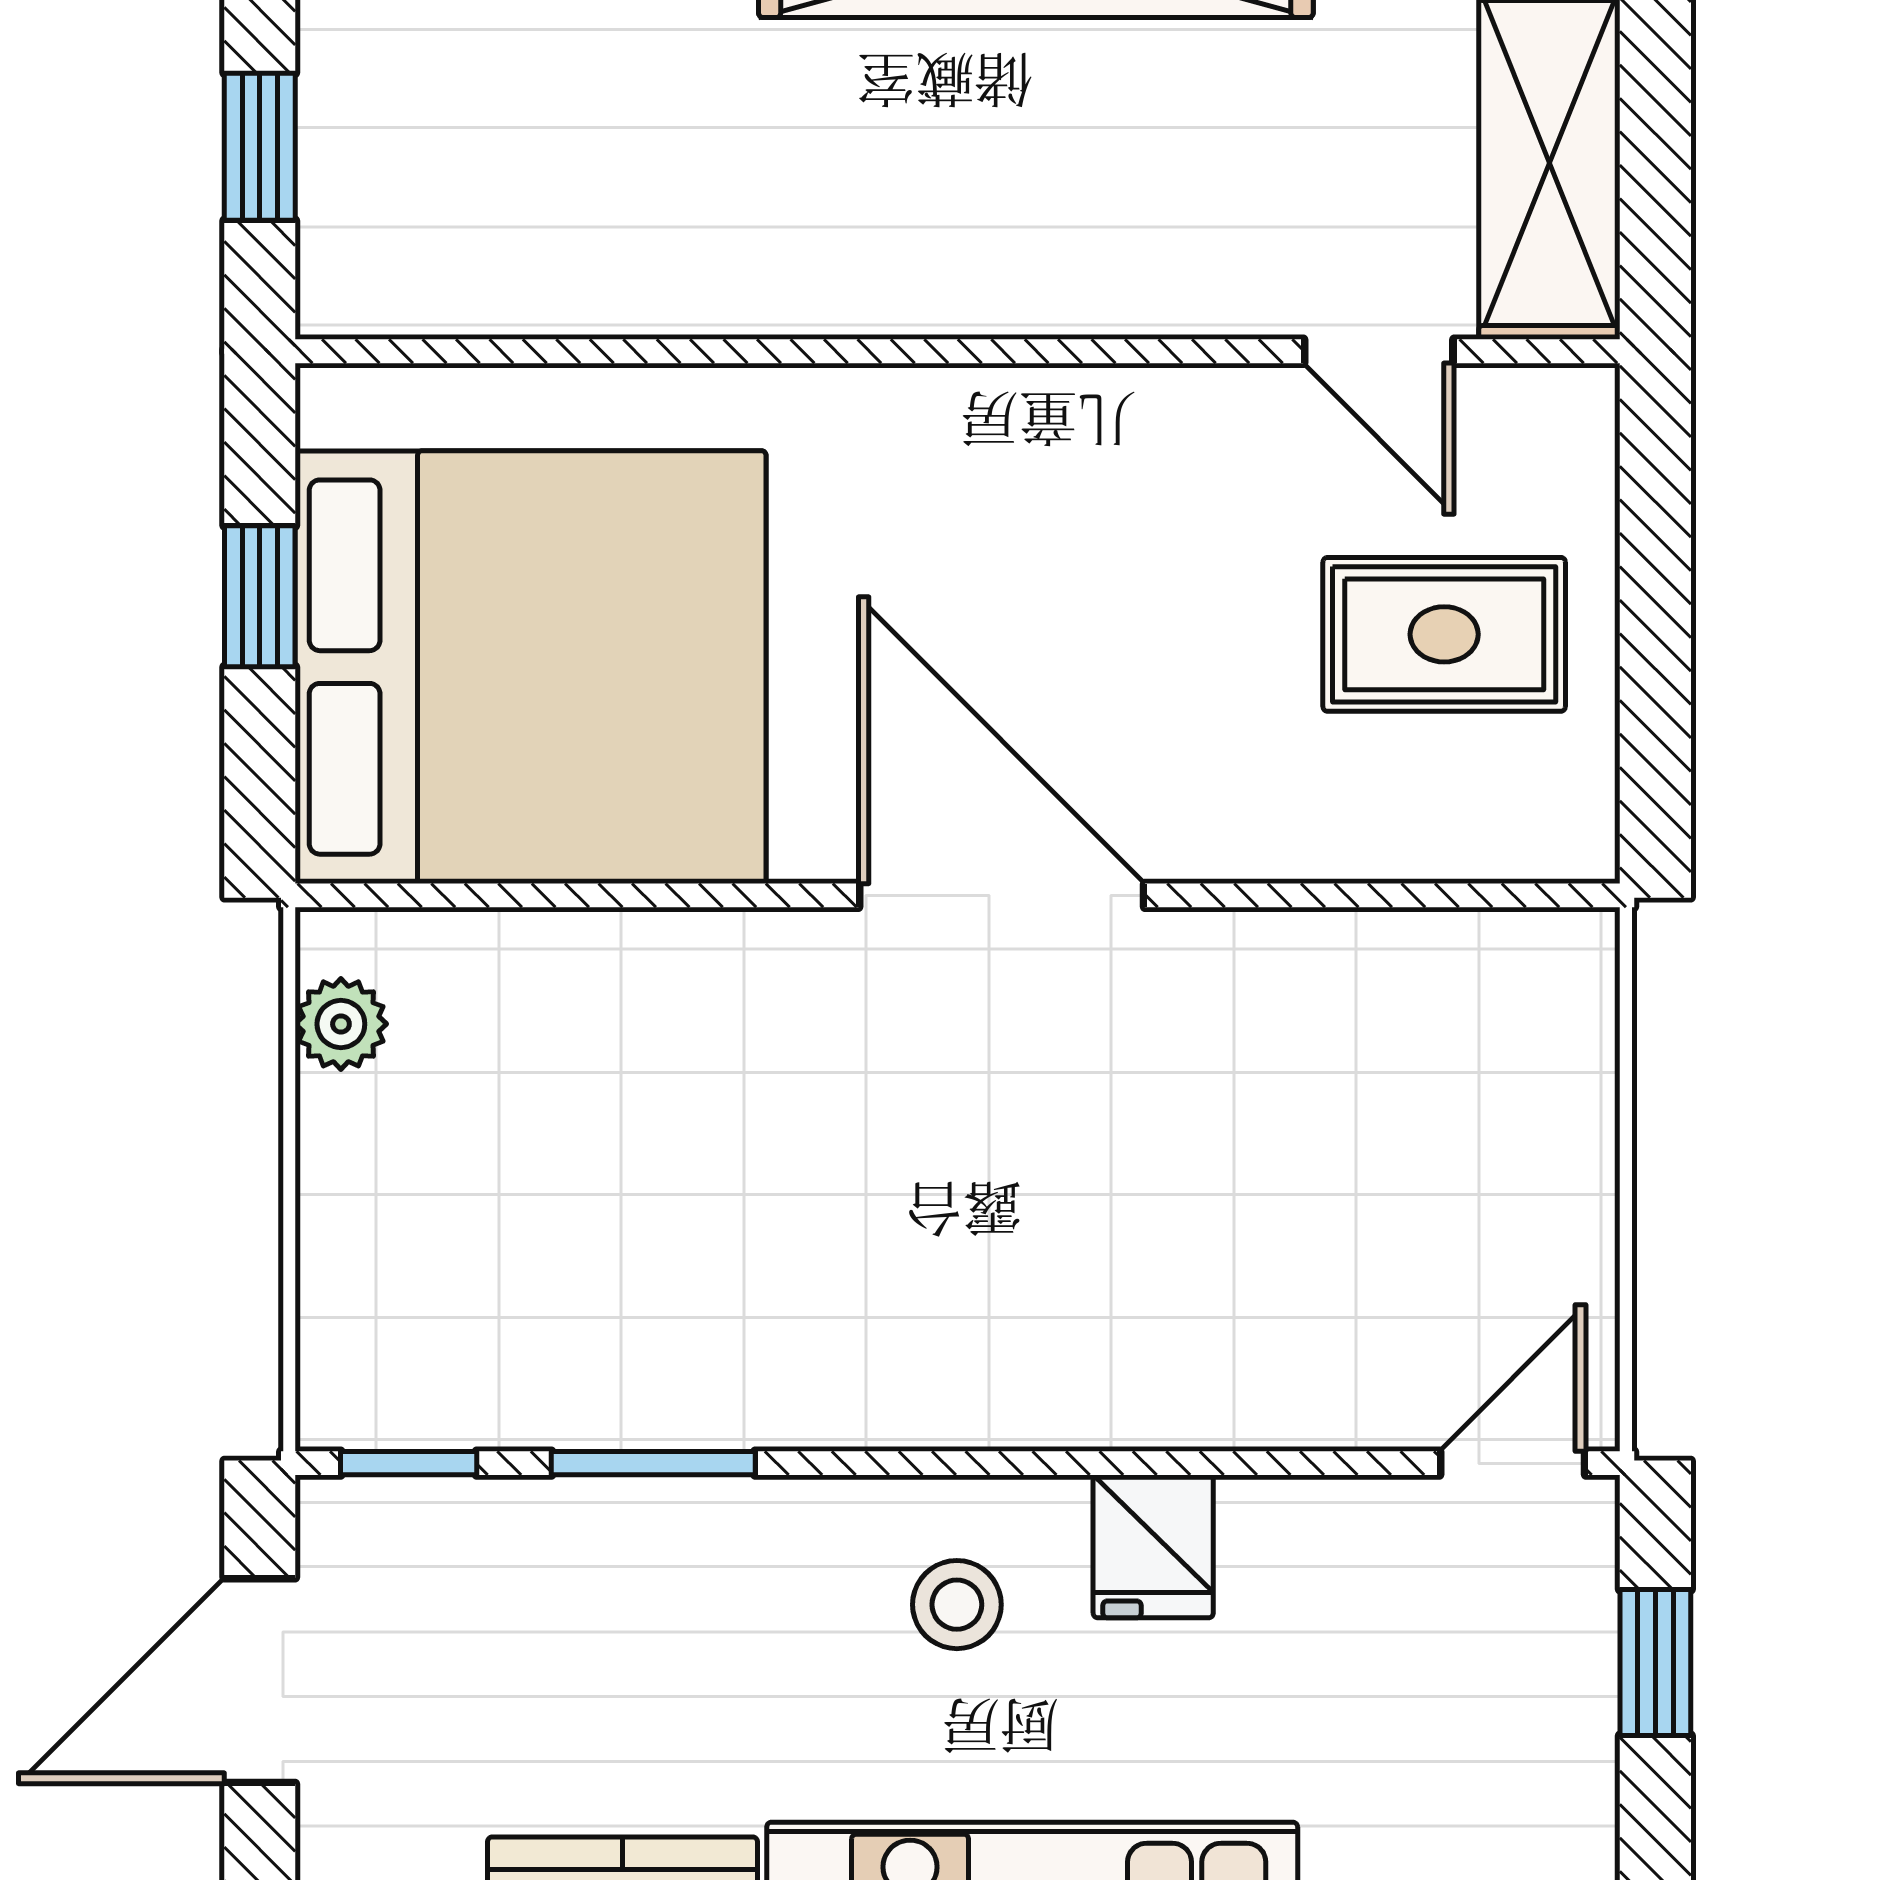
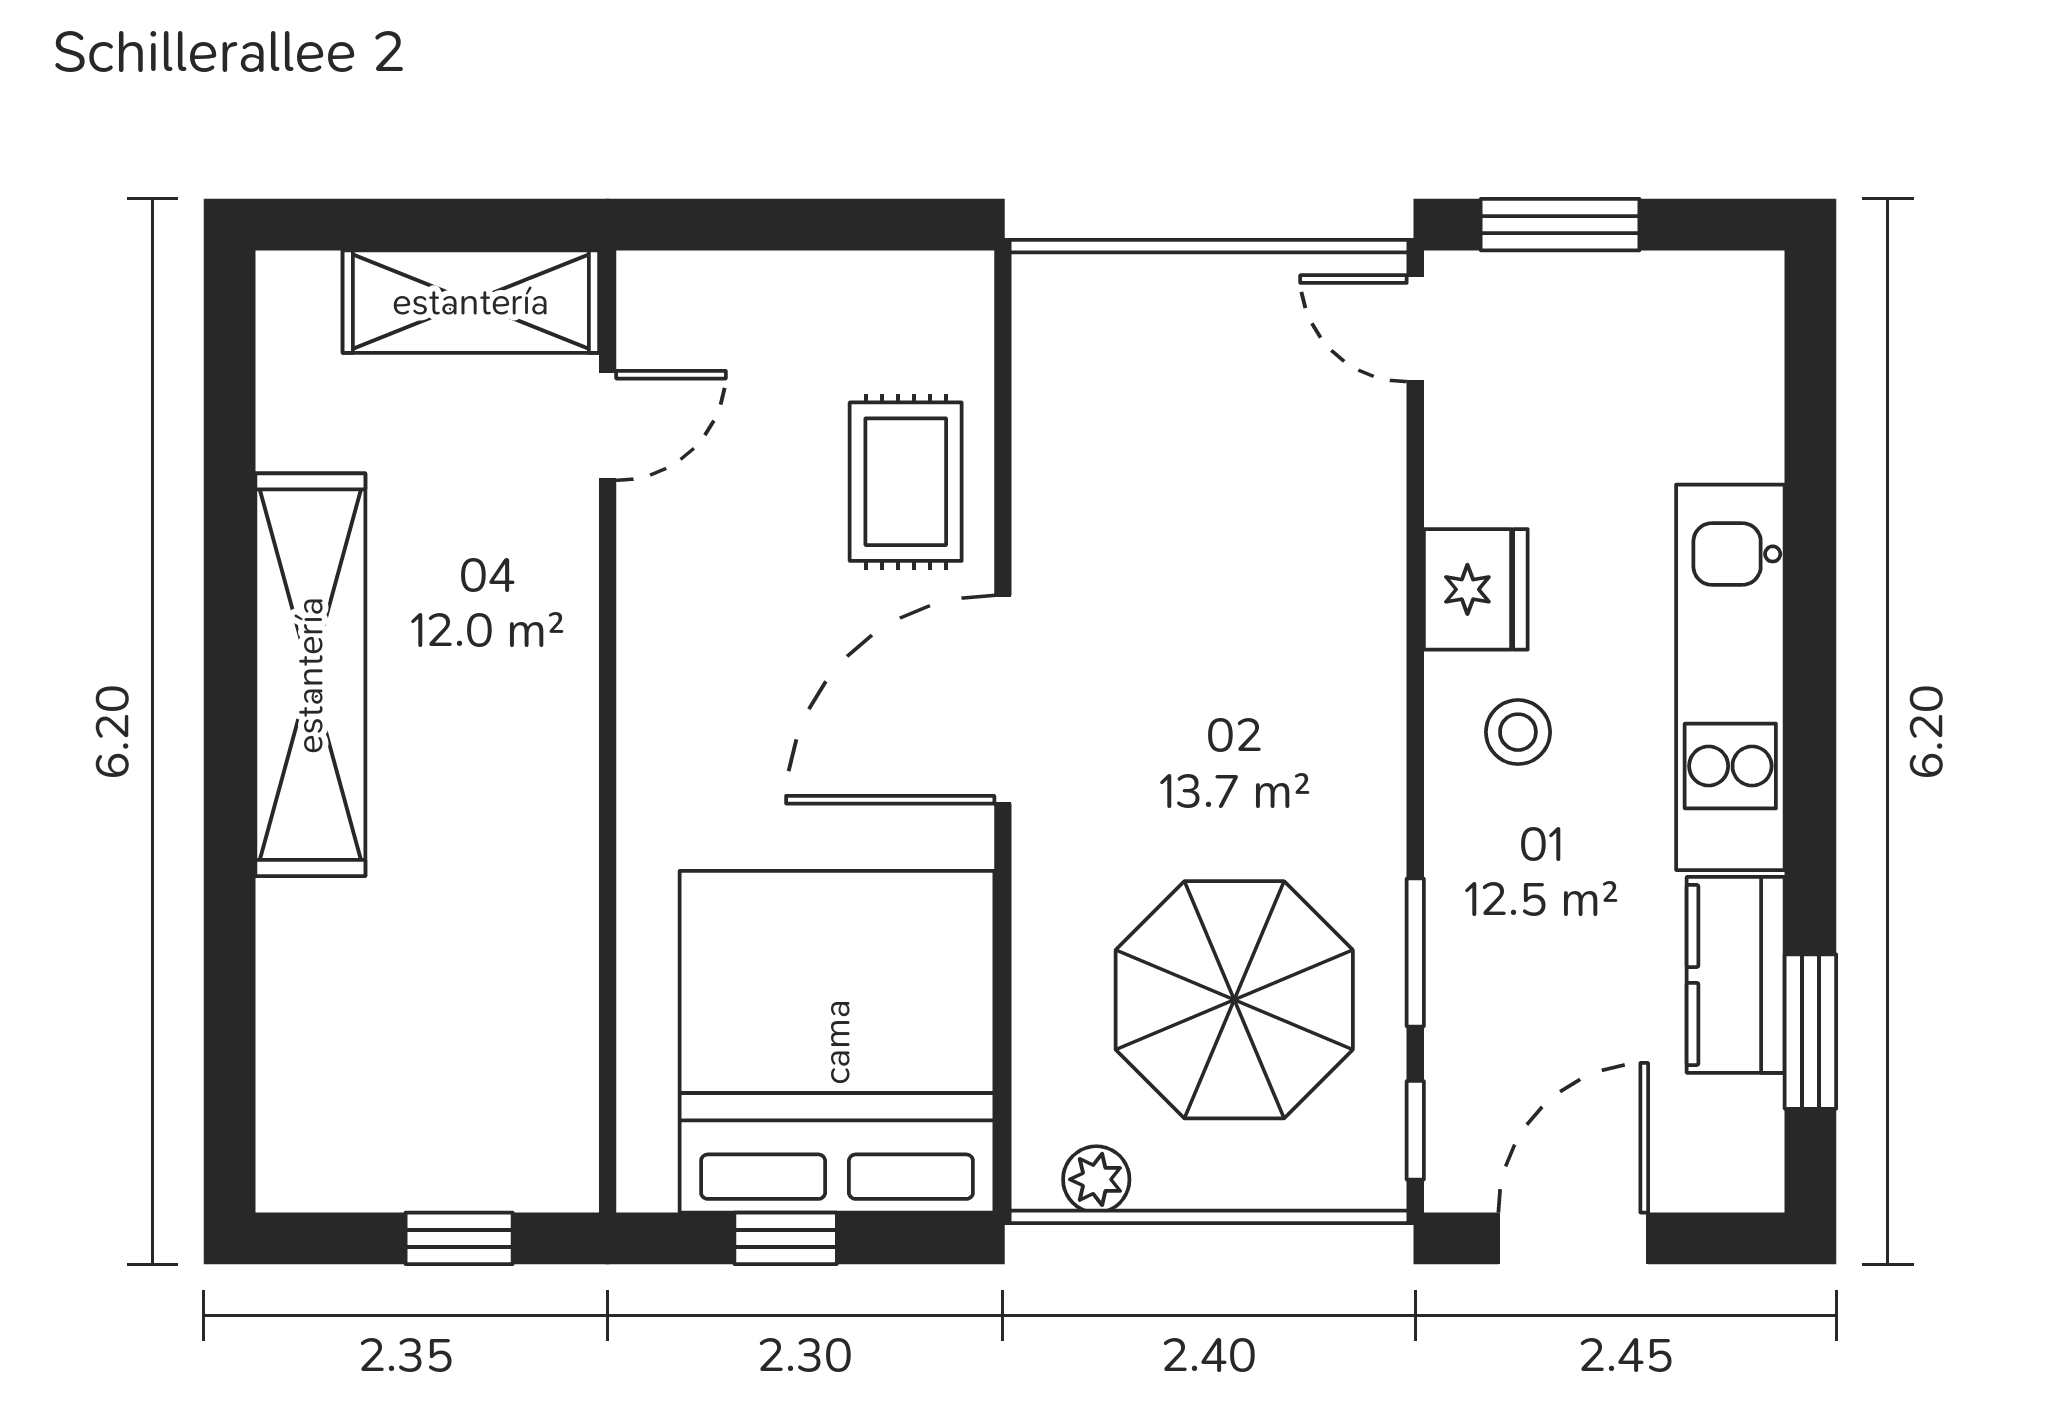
rug: (1444, 634) -> (906, 482), moved
parasol: (588, 1214) -> (1234, 1000), added
fridge: (1153, 1546) -> (1476, 589), width x1.38
window: (1655, 1663) -> (1560, 225), width x1.50
door: (260, 1681) -> (1573, 1238), swing flipped

